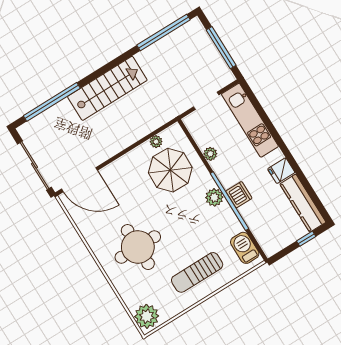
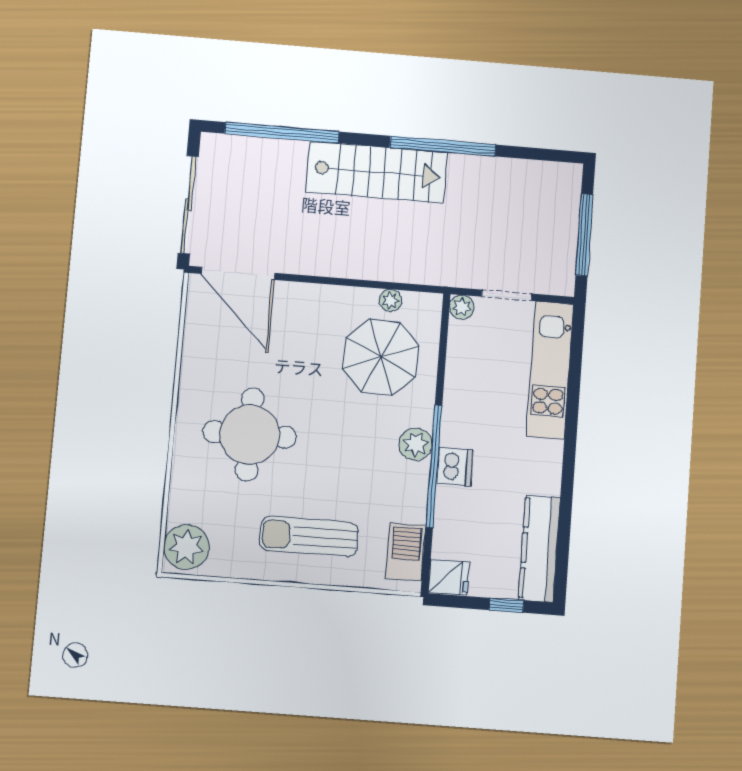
window: (164, 32) -> (443, 146), moved
plant: (210, 154) -> (462, 307), moved
fridge: (281, 171) -> (449, 577), moved, turned 180

